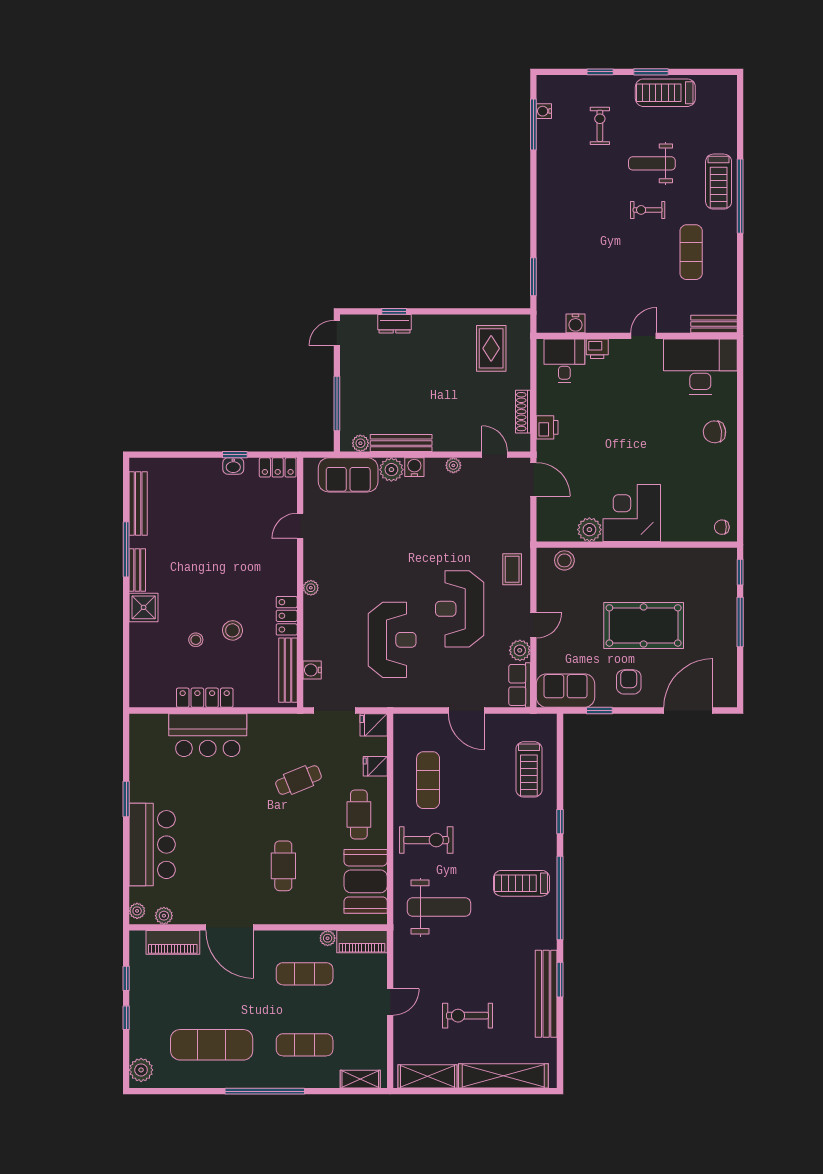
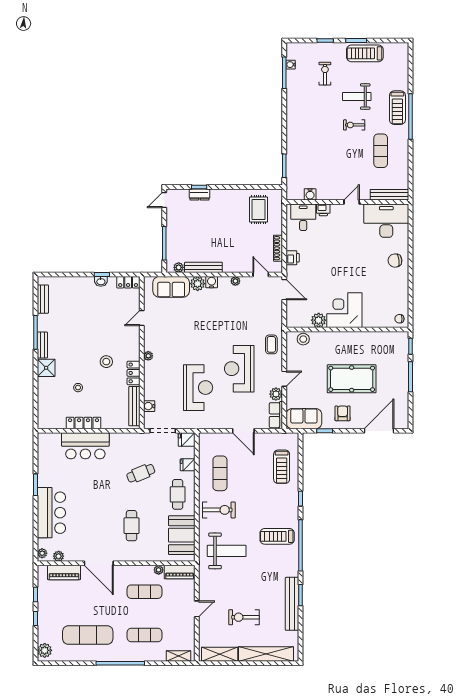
bench: (714, 324) -> (390, 195), width x1.36
bench: (138, 503) -> (43, 299), width x0.73
stool: (232, 630) -> (106, 362), moved

